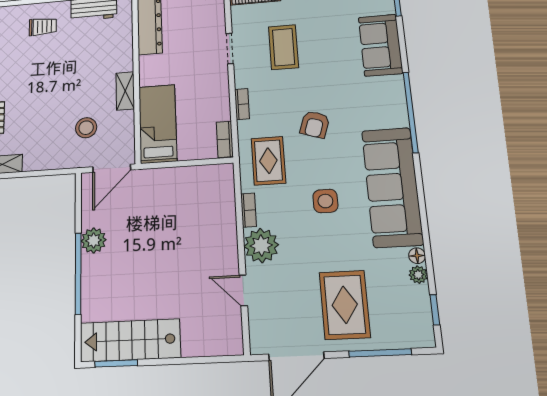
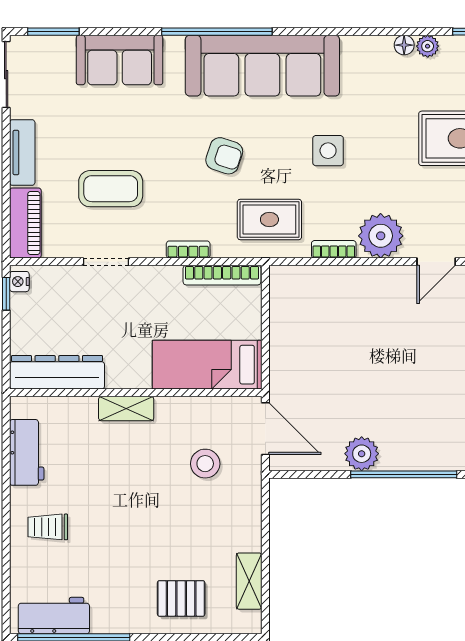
trolley: (43, 27) -> (48, 527), turned -90
shelving: (125, 91) -> (126, 409), moved
bookcase: (225, 139) -> (222, 275), width x1.56
sofa: (392, 187) -> (262, 66), moved

